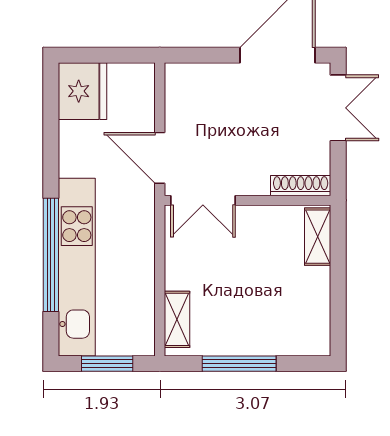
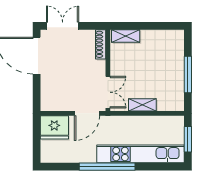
fridge: (83, 91) -> (54, 127), moved, turned 180
window: (51, 255) -> (107, 167), moved
shelving: (177, 319) -> (142, 105), moved

